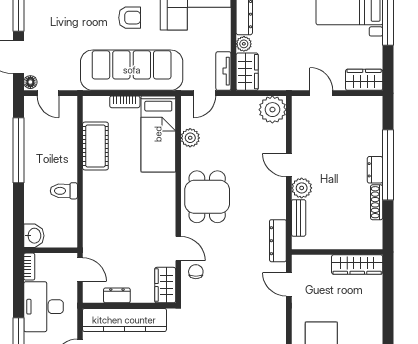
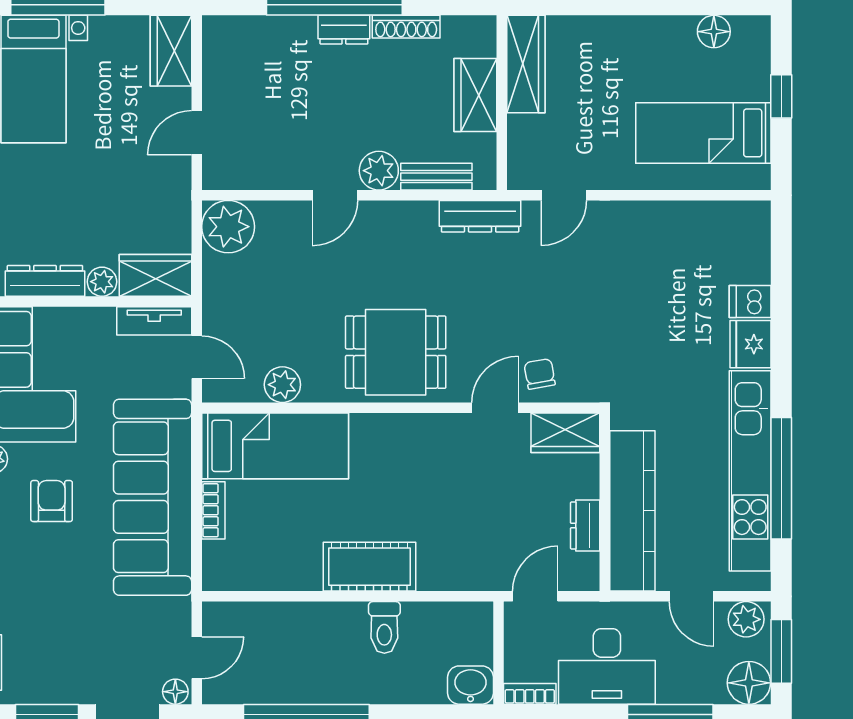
cot: (95, 146) -> (369, 567), moved
wardrobe: (341, 238) -> (475, 95), added
chair: (196, 272) -> (540, 374), turned 80

